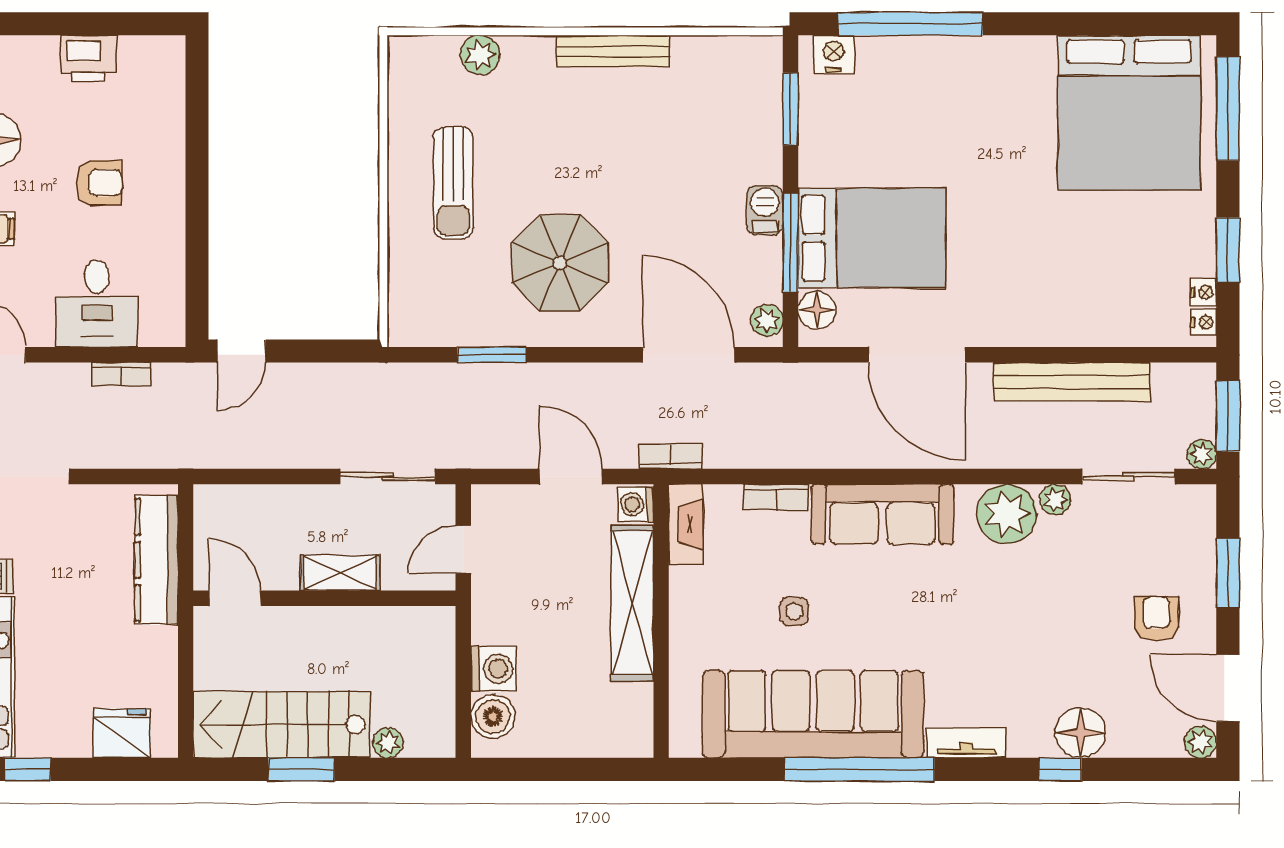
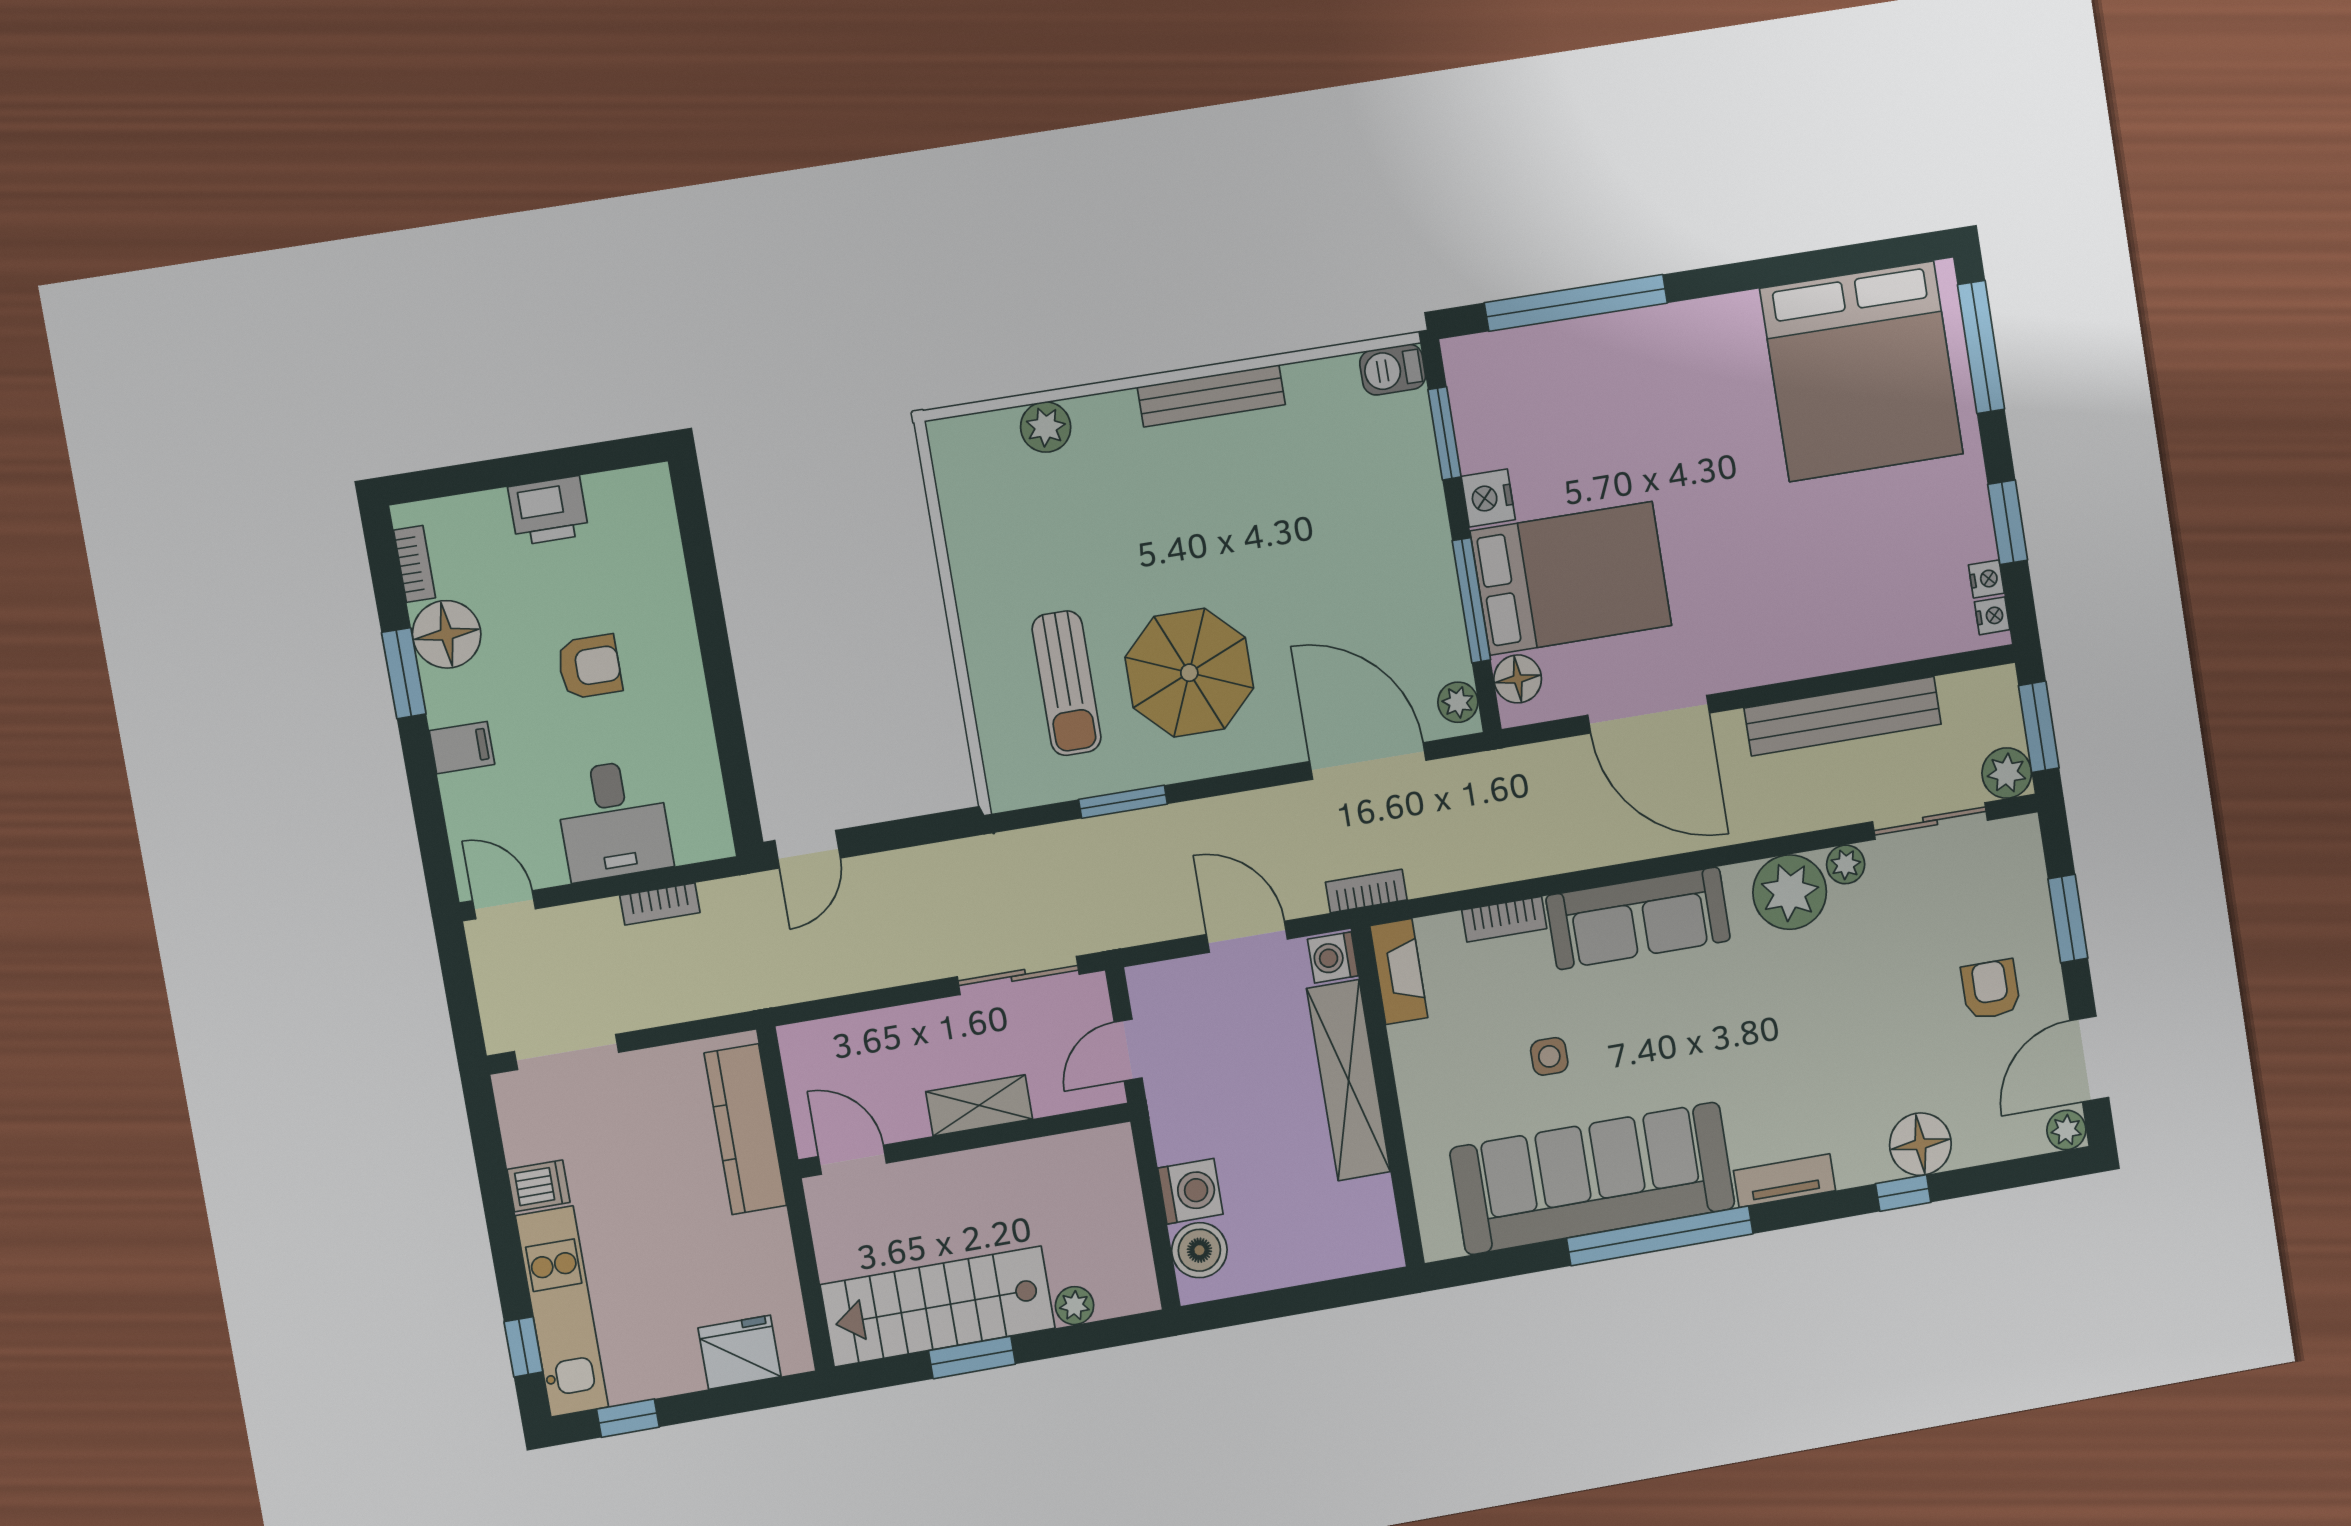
nightstand: (834, 54) -> (1488, 498), moved, turned -90
sun lounger: (453, 183) -> (1067, 683), moved
barbecue: (765, 210) -> (1393, 370), moved, turned -90
plant: (1202, 454) -> (2007, 773), width x1.38, depth x1.38
door: (1228, 688) -> (2089, 1059), hinge flipped

